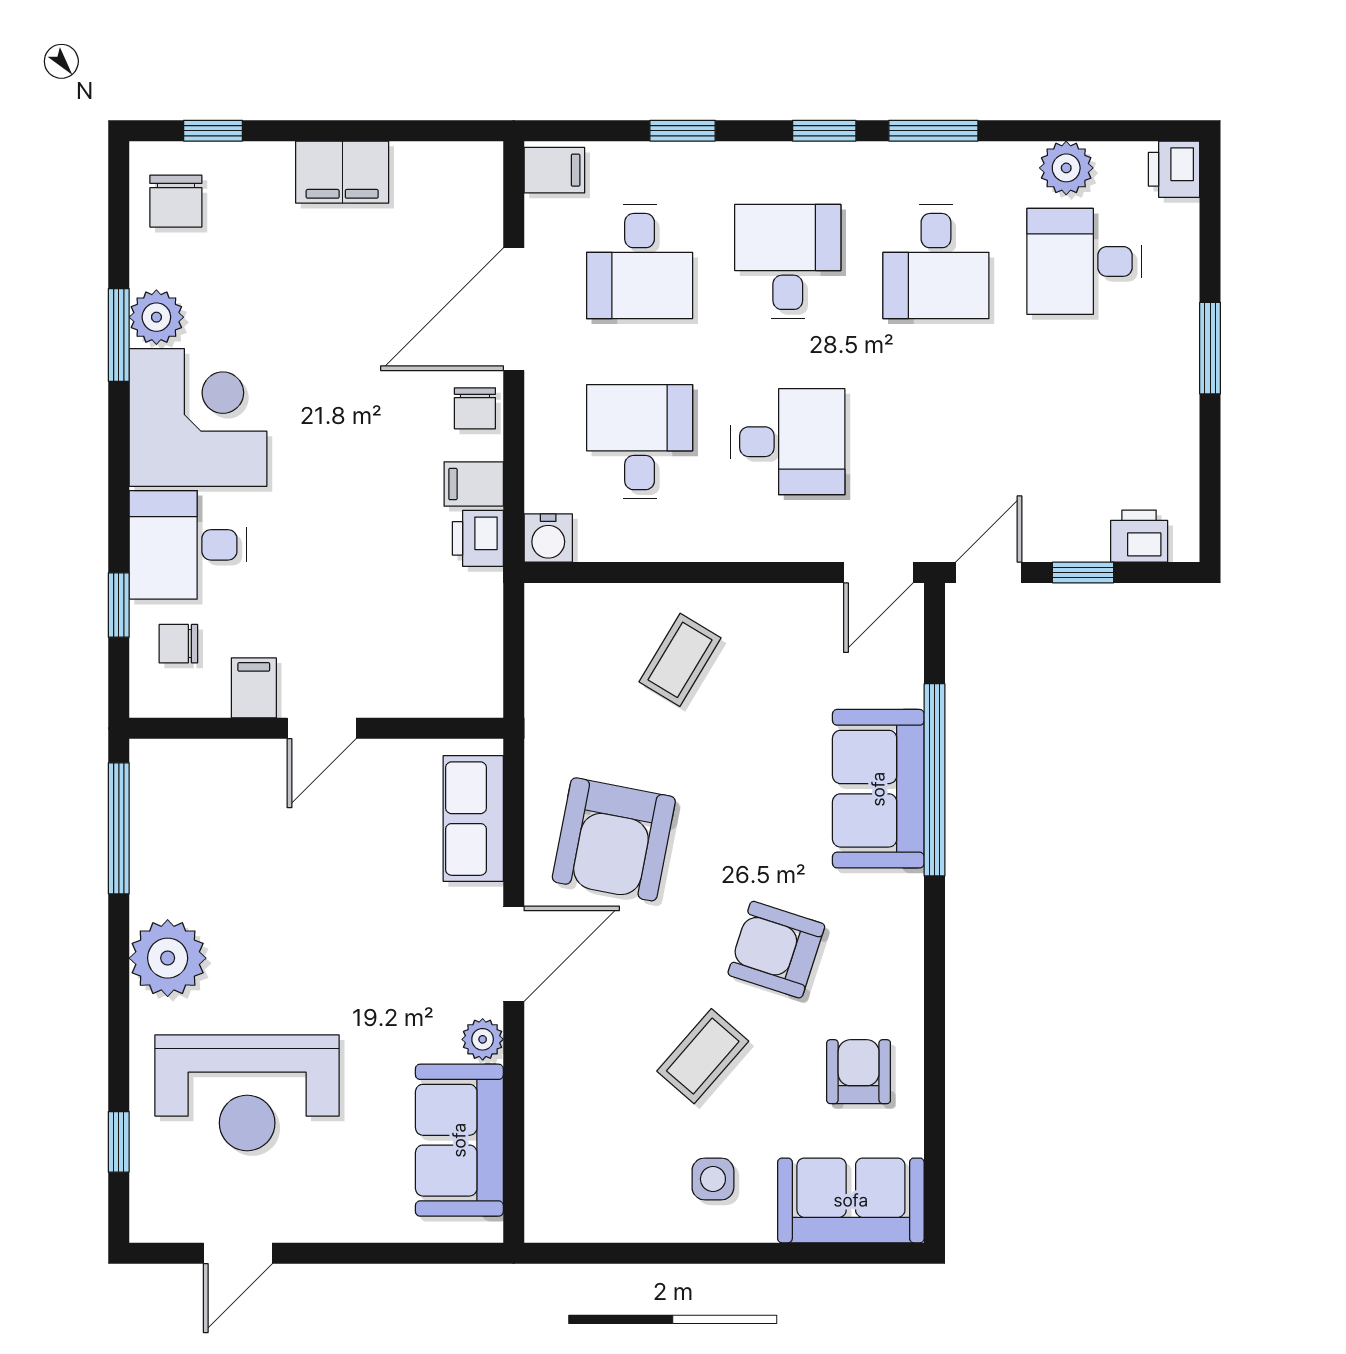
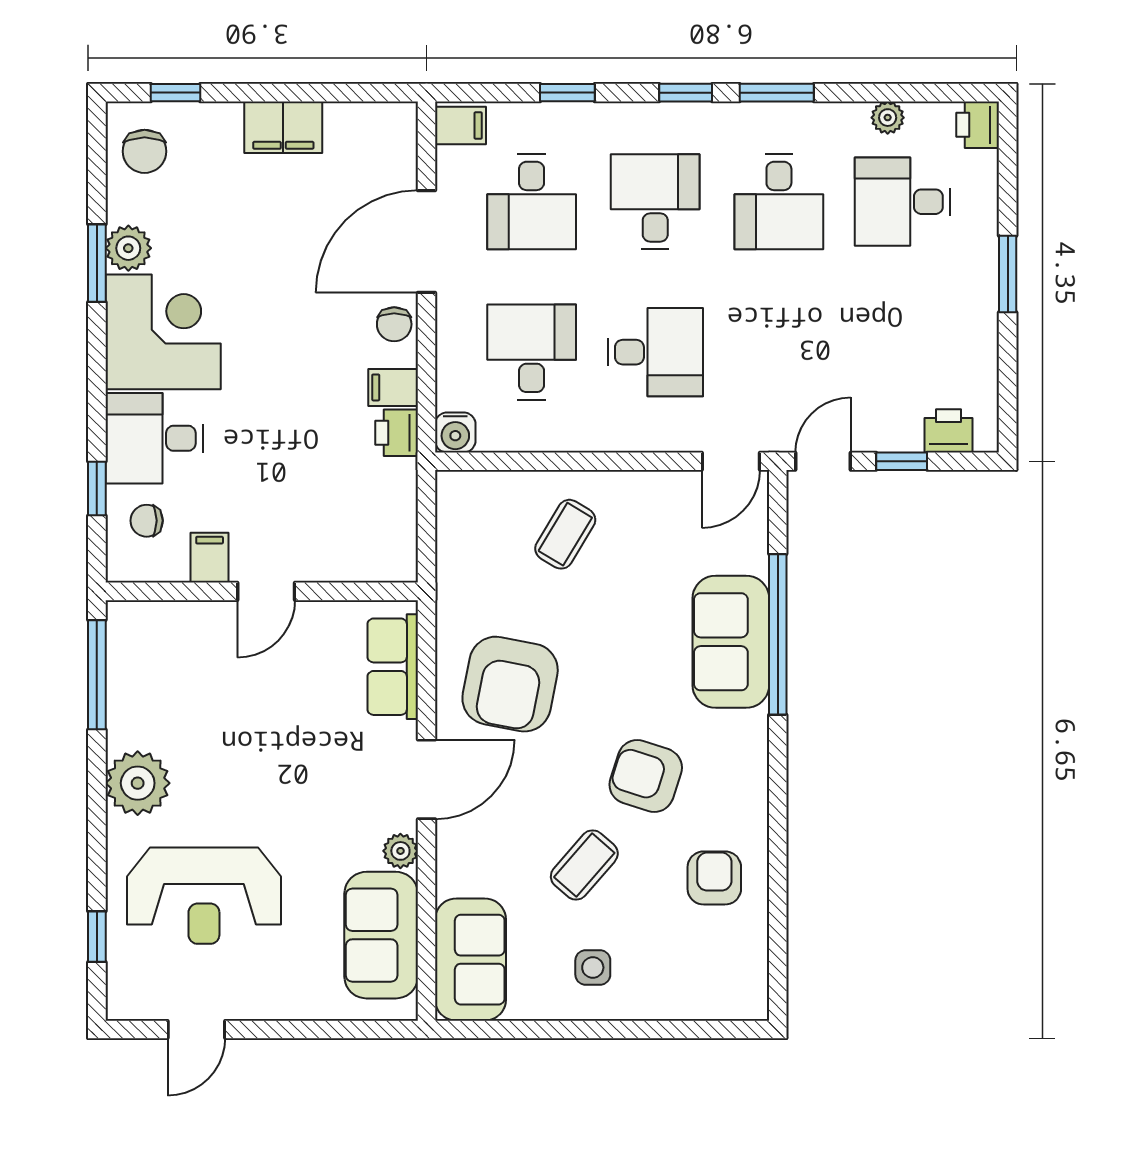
plant: (1066, 168) -> (888, 118), width x0.73, depth x0.73
sofa: (851, 1200) -> (471, 960), moved, turned 90

